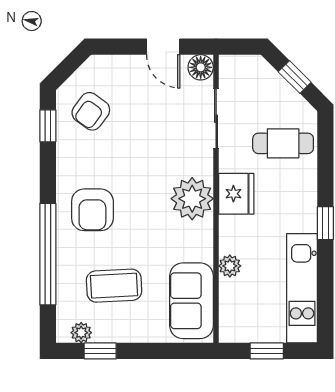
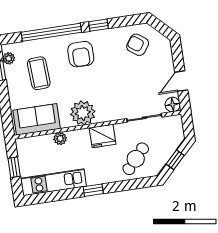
window: (48, 126) -> (99, 25), moved
cafe table: (283, 143) -> (136, 159), turned 42
plant: (192, 199) -> (83, 113), moved
armchair: (92, 210) -> (81, 54), turned -90

